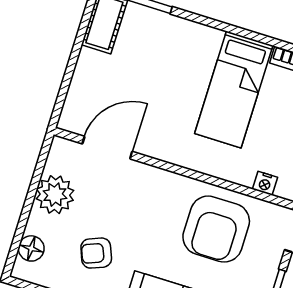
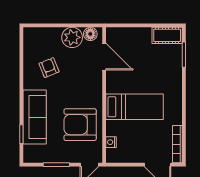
bed: (234, 89) -> (134, 107), moved, turned 180
floor lamp: (31, 248) -> (90, 34), moved

